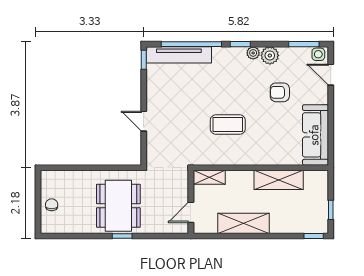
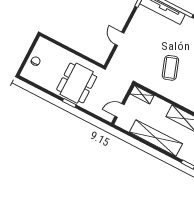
coffee table: (228, 124) -> (170, 68), turned 71
shelving: (244, 223) -> (156, 138), width x1.47

